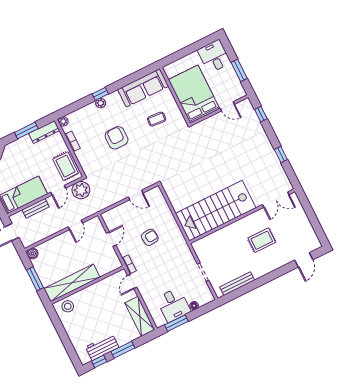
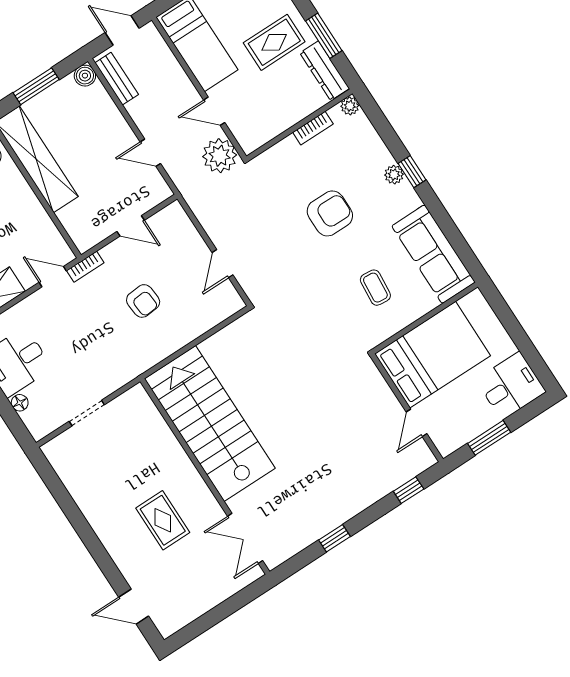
rug: (66, 166) -> (274, 42), moved
bench: (36, 208) -> (117, 79), moved
bench: (237, 284) -> (72, 482), removed

